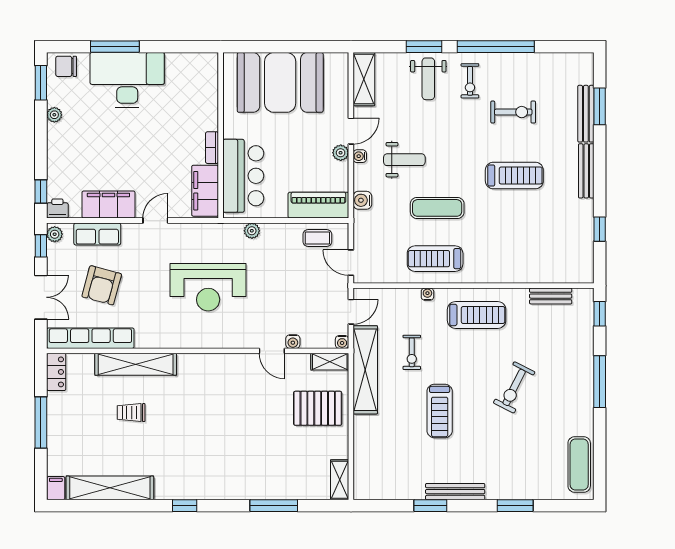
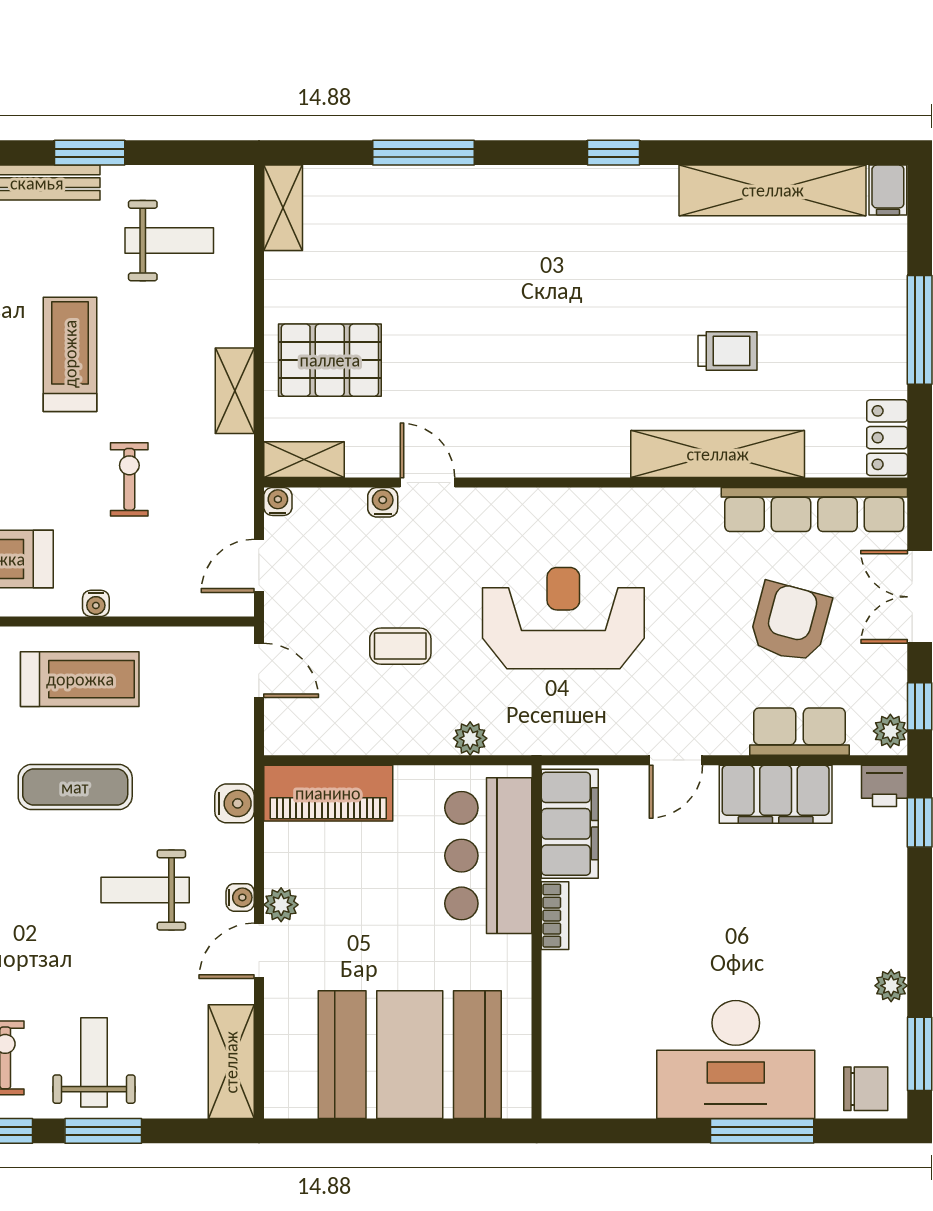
coffee table: (317, 238) -> (400, 646), moved
shelving: (365, 370) -> (235, 391), width x0.45, depth x0.75
weight bench: (393, 464) -> (169, 241), added

